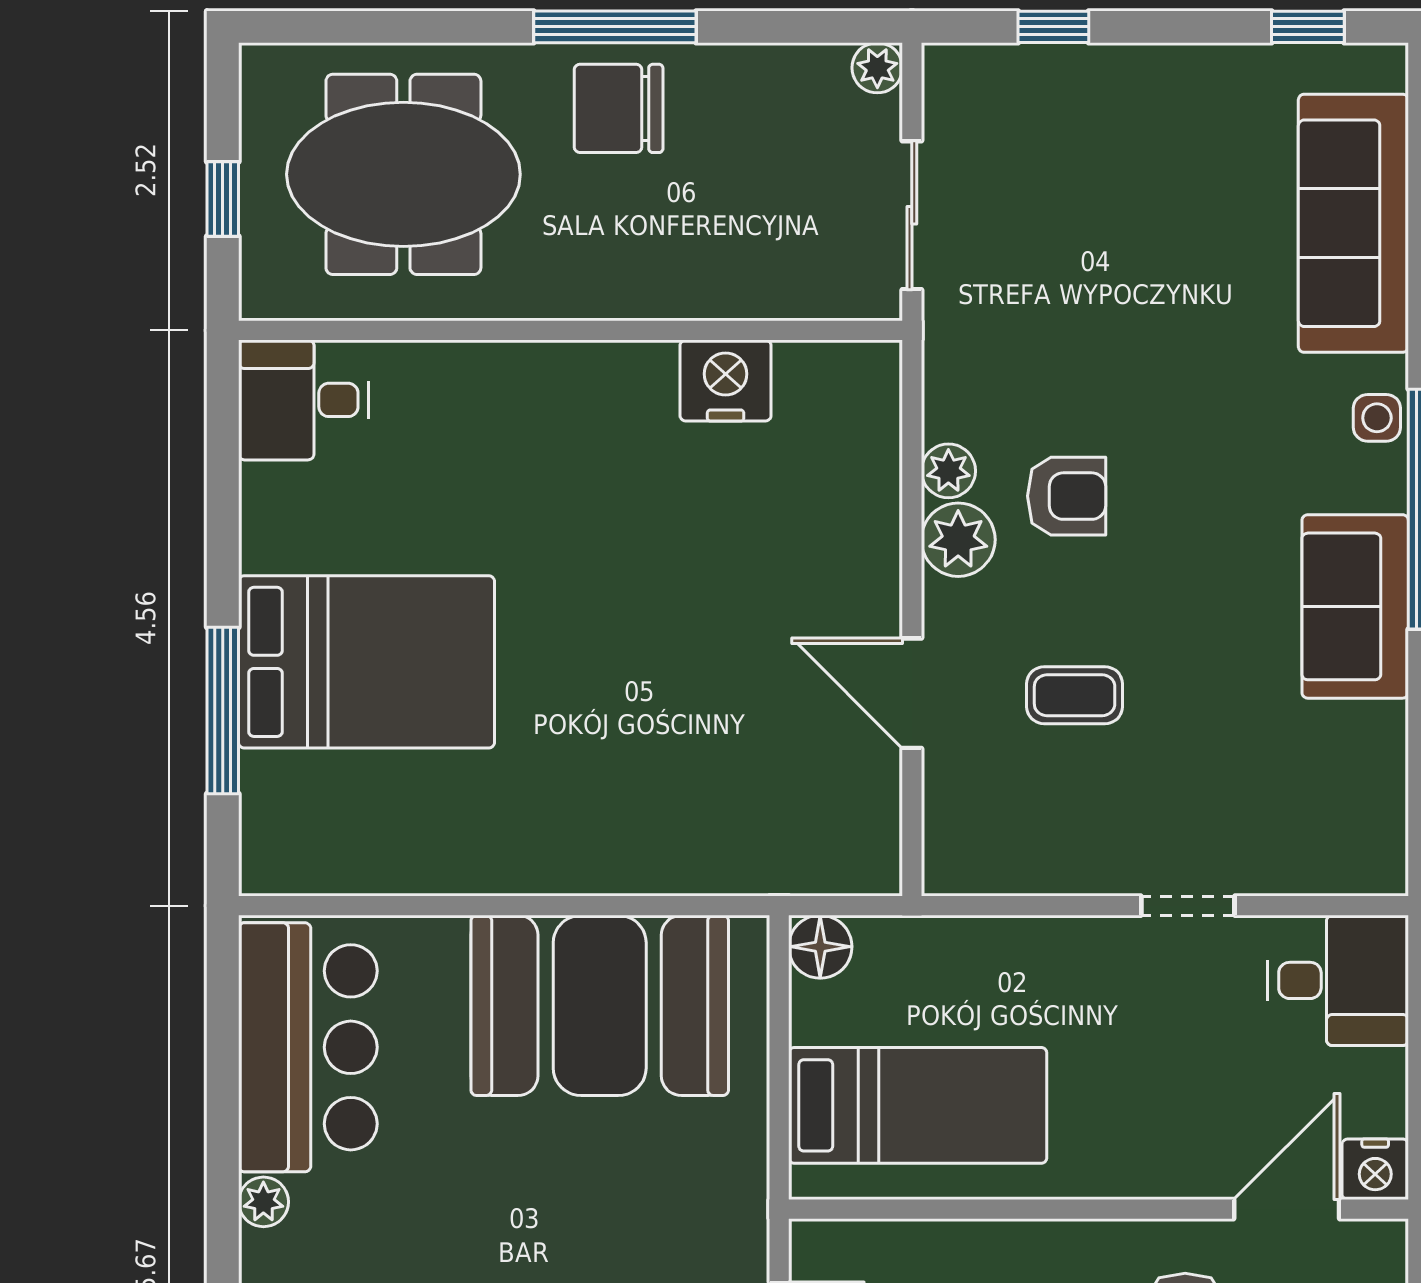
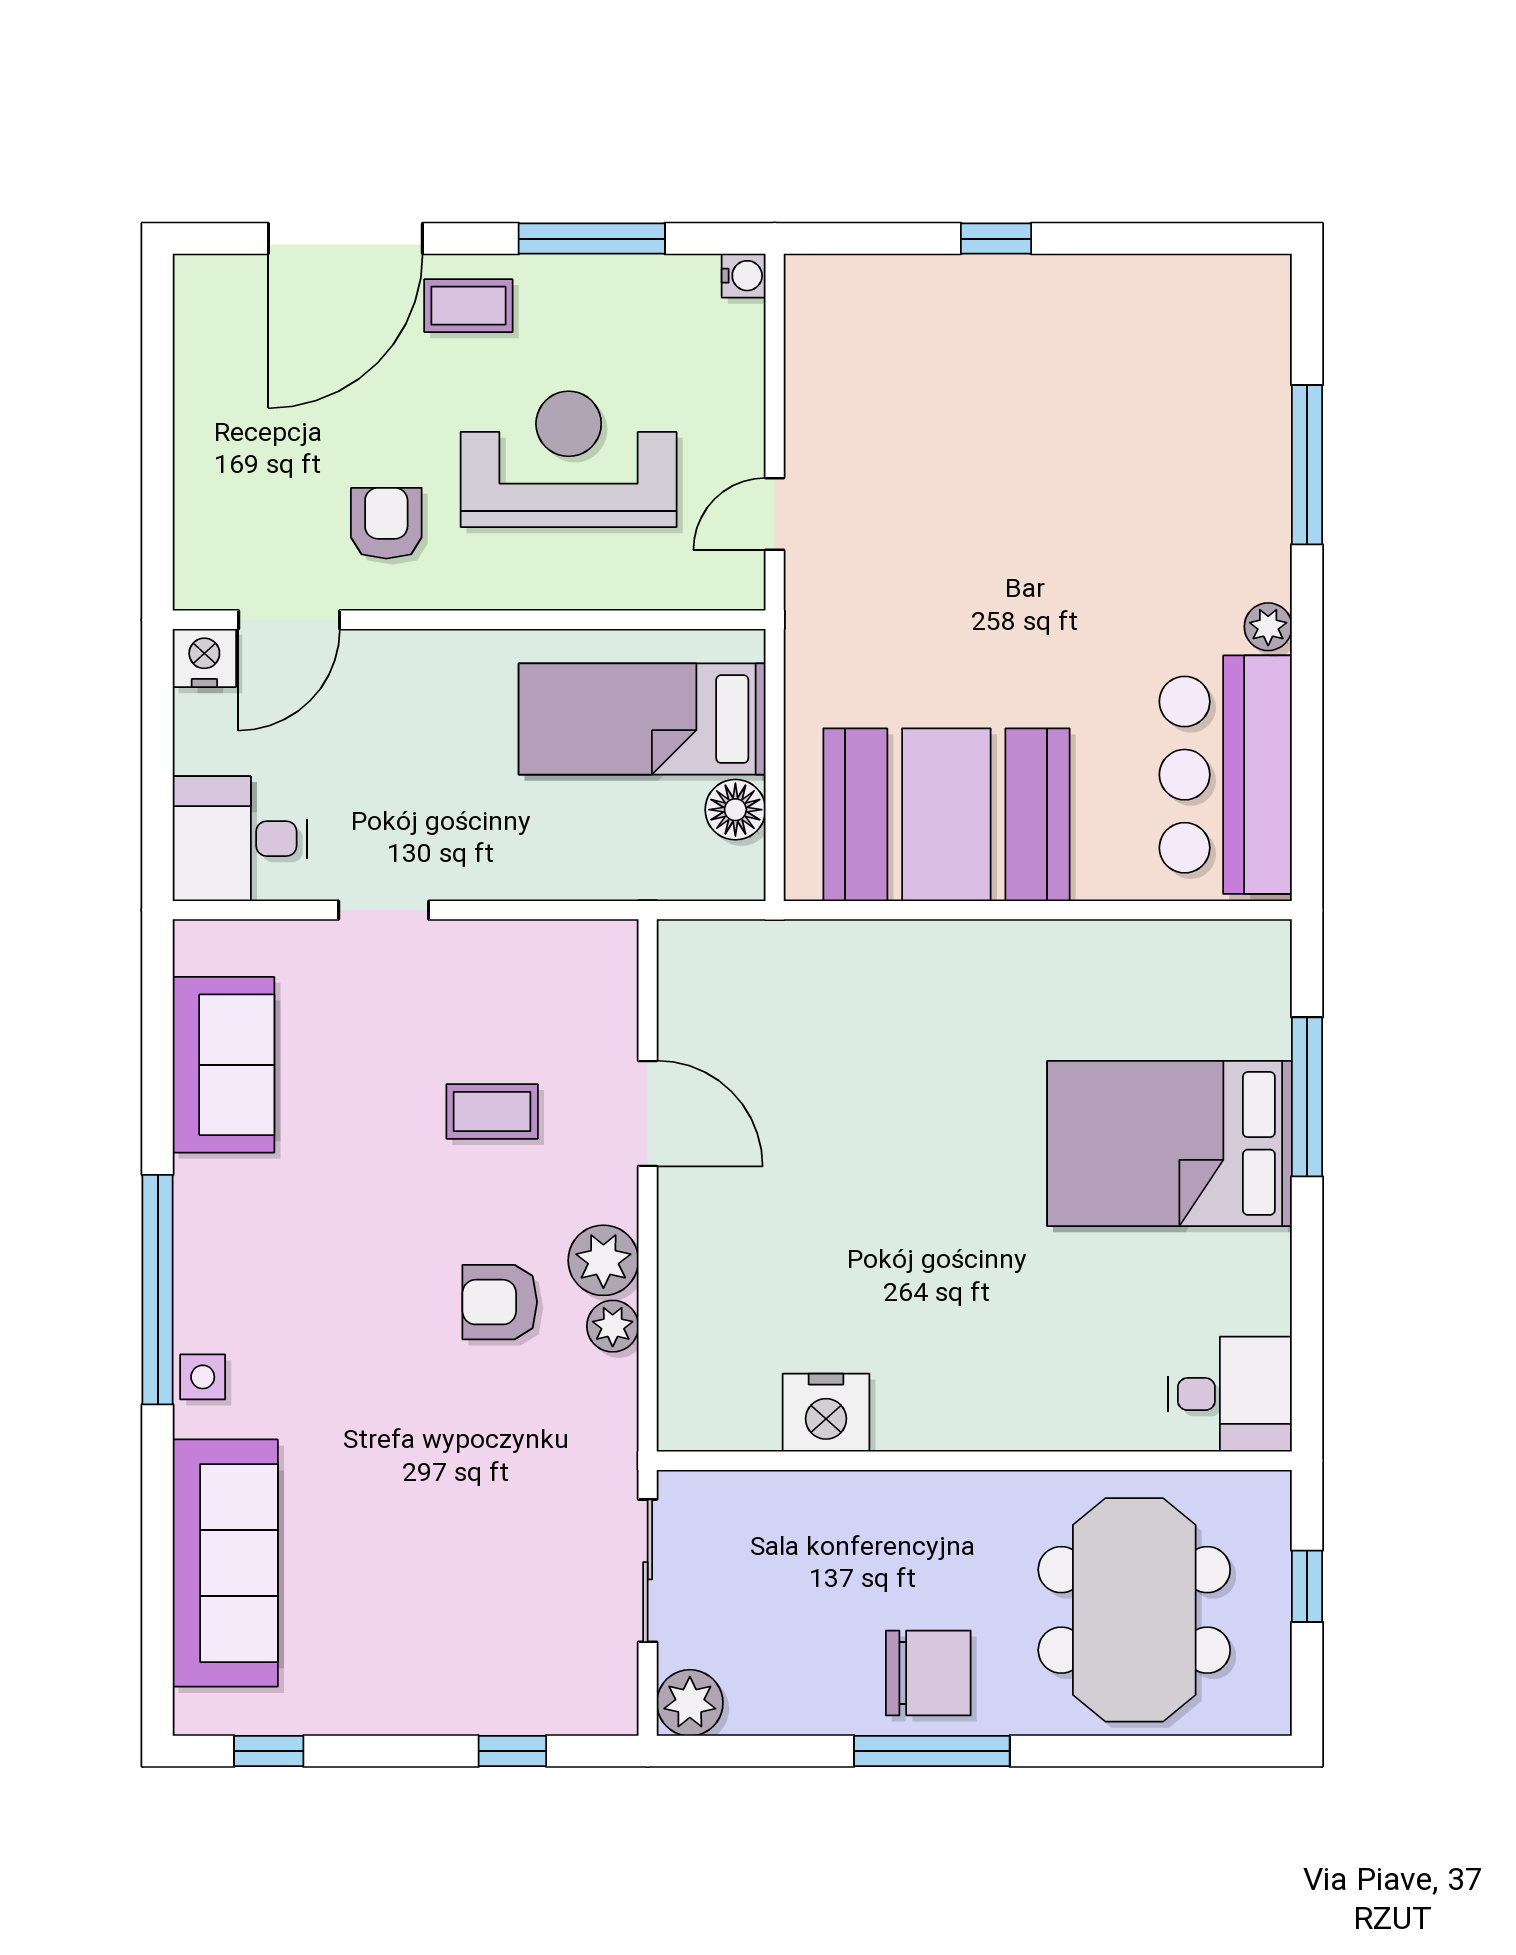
plant: (877, 68) -> (690, 1703), width x1.38, depth x1.38
meeting table: (403, 174) -> (1134, 1610), turned 90
sofa: (1355, 606) -> (224, 1065), moved
floor lamp: (820, 947) -> (735, 810), moved

